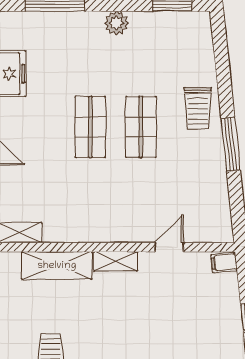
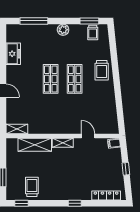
trolley: (179, 29) -> (93, 33), added
window: (231, 144) -> (117, 87), removed
door: (169, 247) -> (88, 136), hinge flipped

